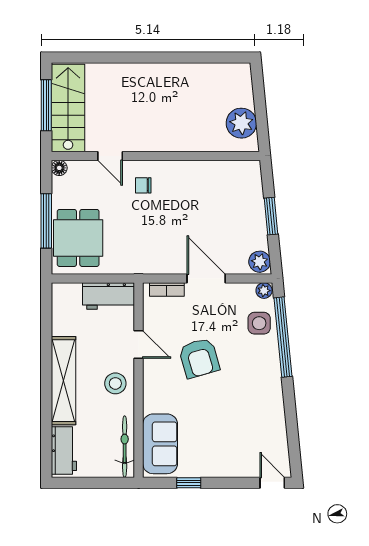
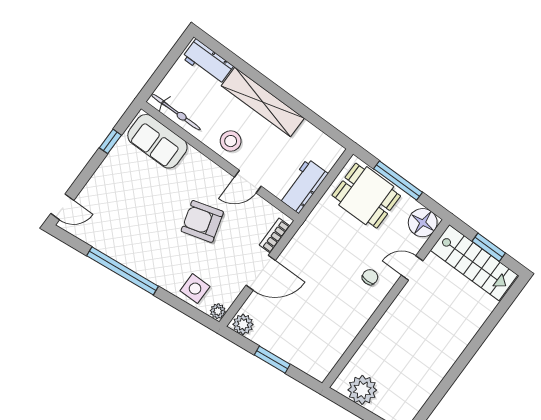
window: (46, 105) -> (489, 247), width x0.69
floor lamp: (59, 168) -> (423, 223), width x1.89, depth x1.89
window: (283, 337) -> (123, 271), moved

